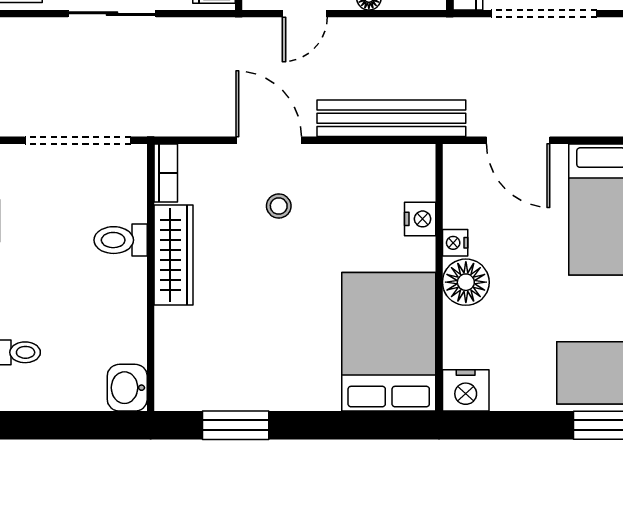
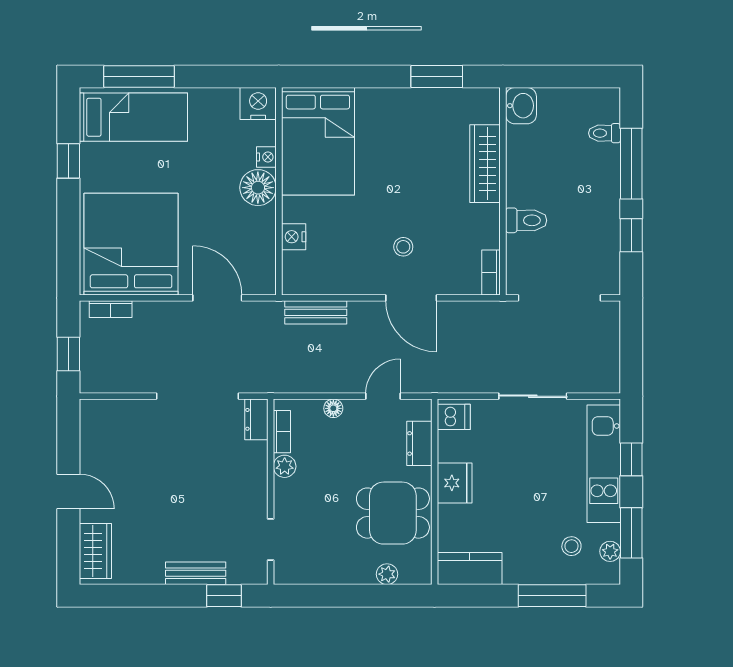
bench: (391, 118) -> (316, 312), width x0.54, depth x0.82
nightstand: (455, 243) -> (266, 157), moved
wardrobe: (173, 255) -> (485, 164), moved

